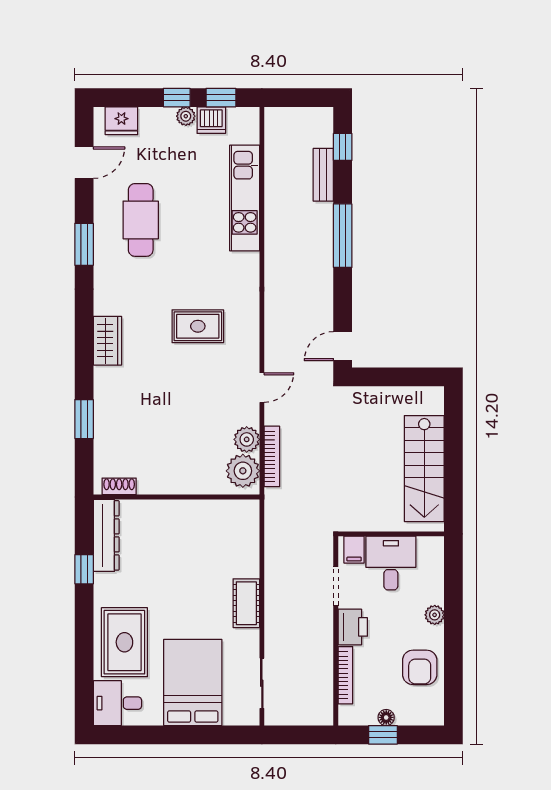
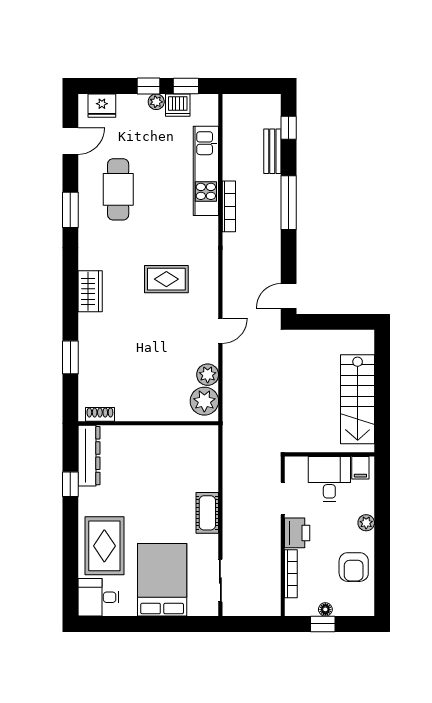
bookcase: (272, 456) -> (229, 206), moved
filing cabinet: (354, 550) -> (360, 468), moved

